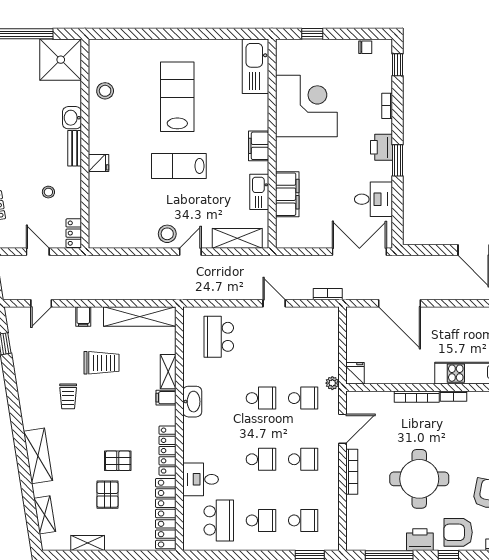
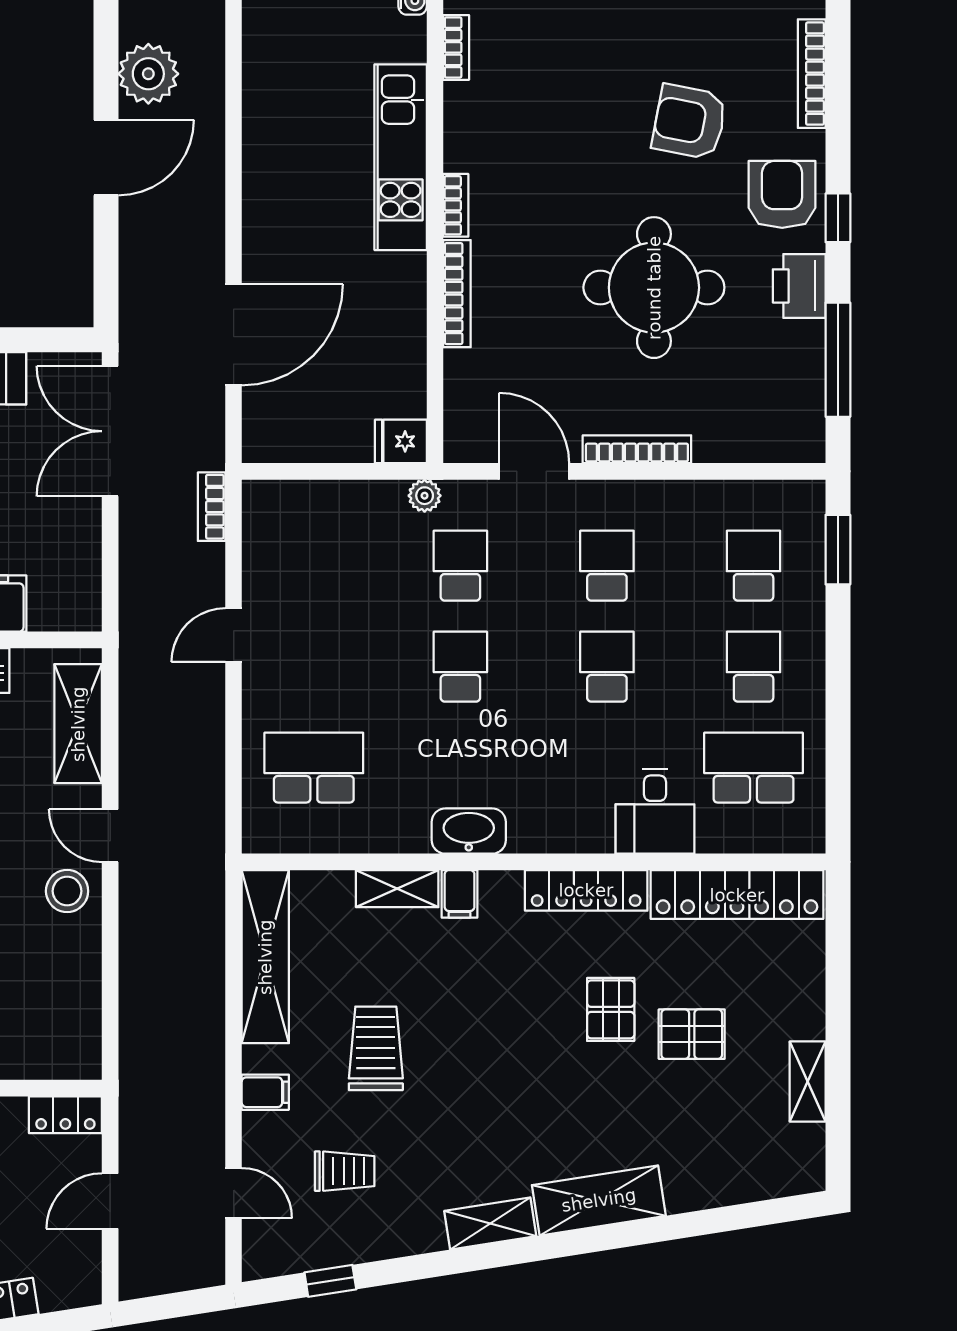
school desk: (219, 337) -> (314, 768), turned 180
trolley: (68, 396) -> (345, 1171), moved
shelving: (45, 515) -> (490, 1223), moved
armchair: (458, 532) -> (782, 194), turned 180

